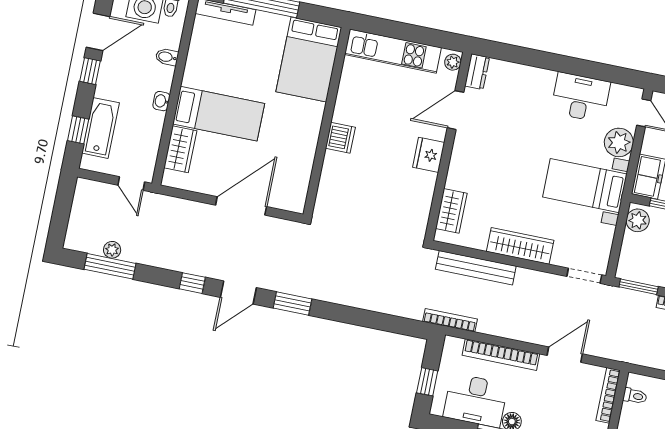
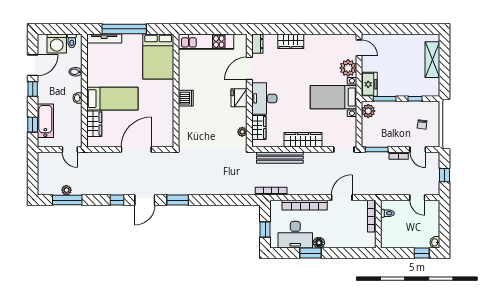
plant: (453, 62) -> (242, 132), moved
wardrobe: (533, 79) -> (291, 41), added
desk: (580, 97) -> (264, 98), moved, turned -90

